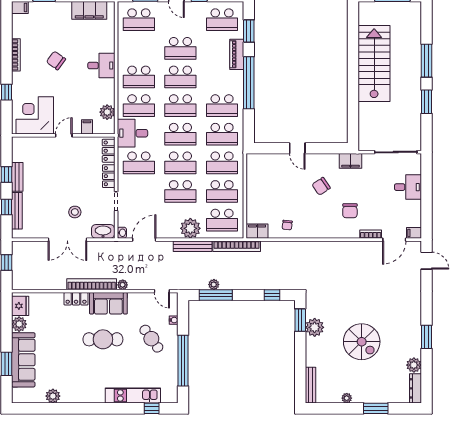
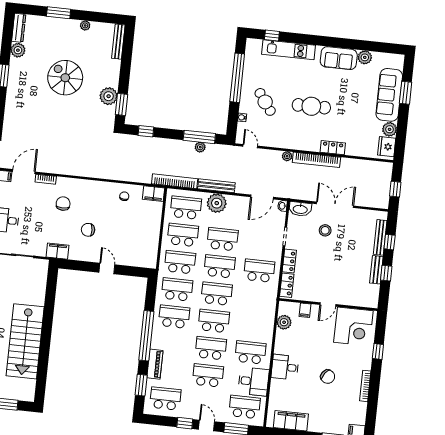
school desk: (139, 106) -> (253, 325), removed
desk: (132, 133) -> (253, 381), moved
chair: (321, 186) -> (88, 230), turned -149
sofa: (108, 303) -> (339, 58), moved, turned 180

